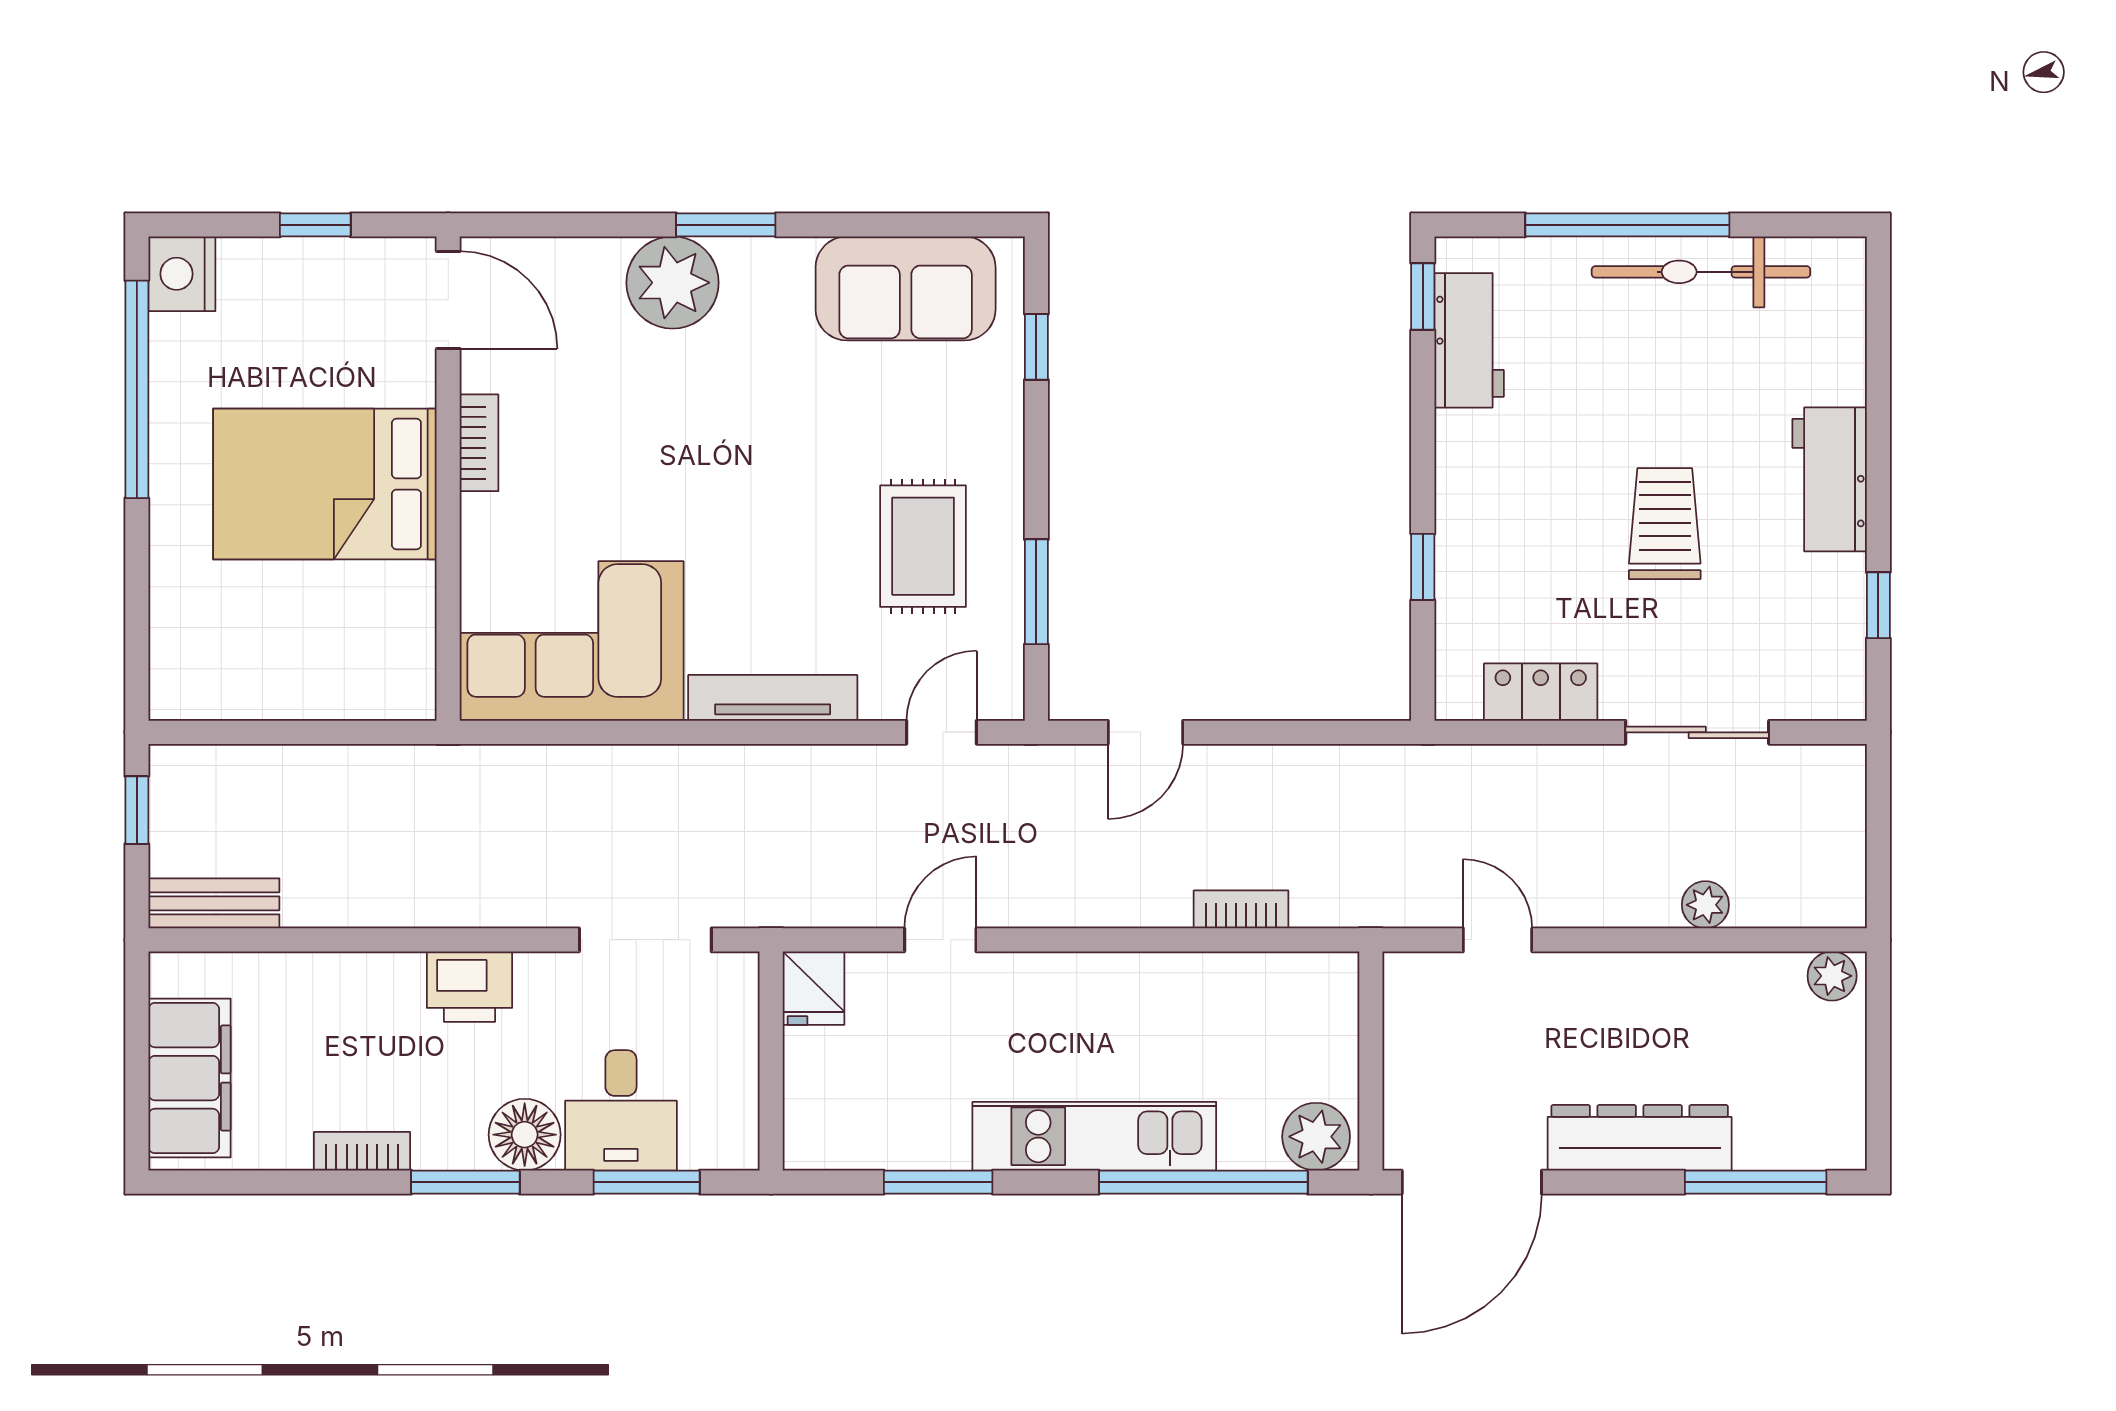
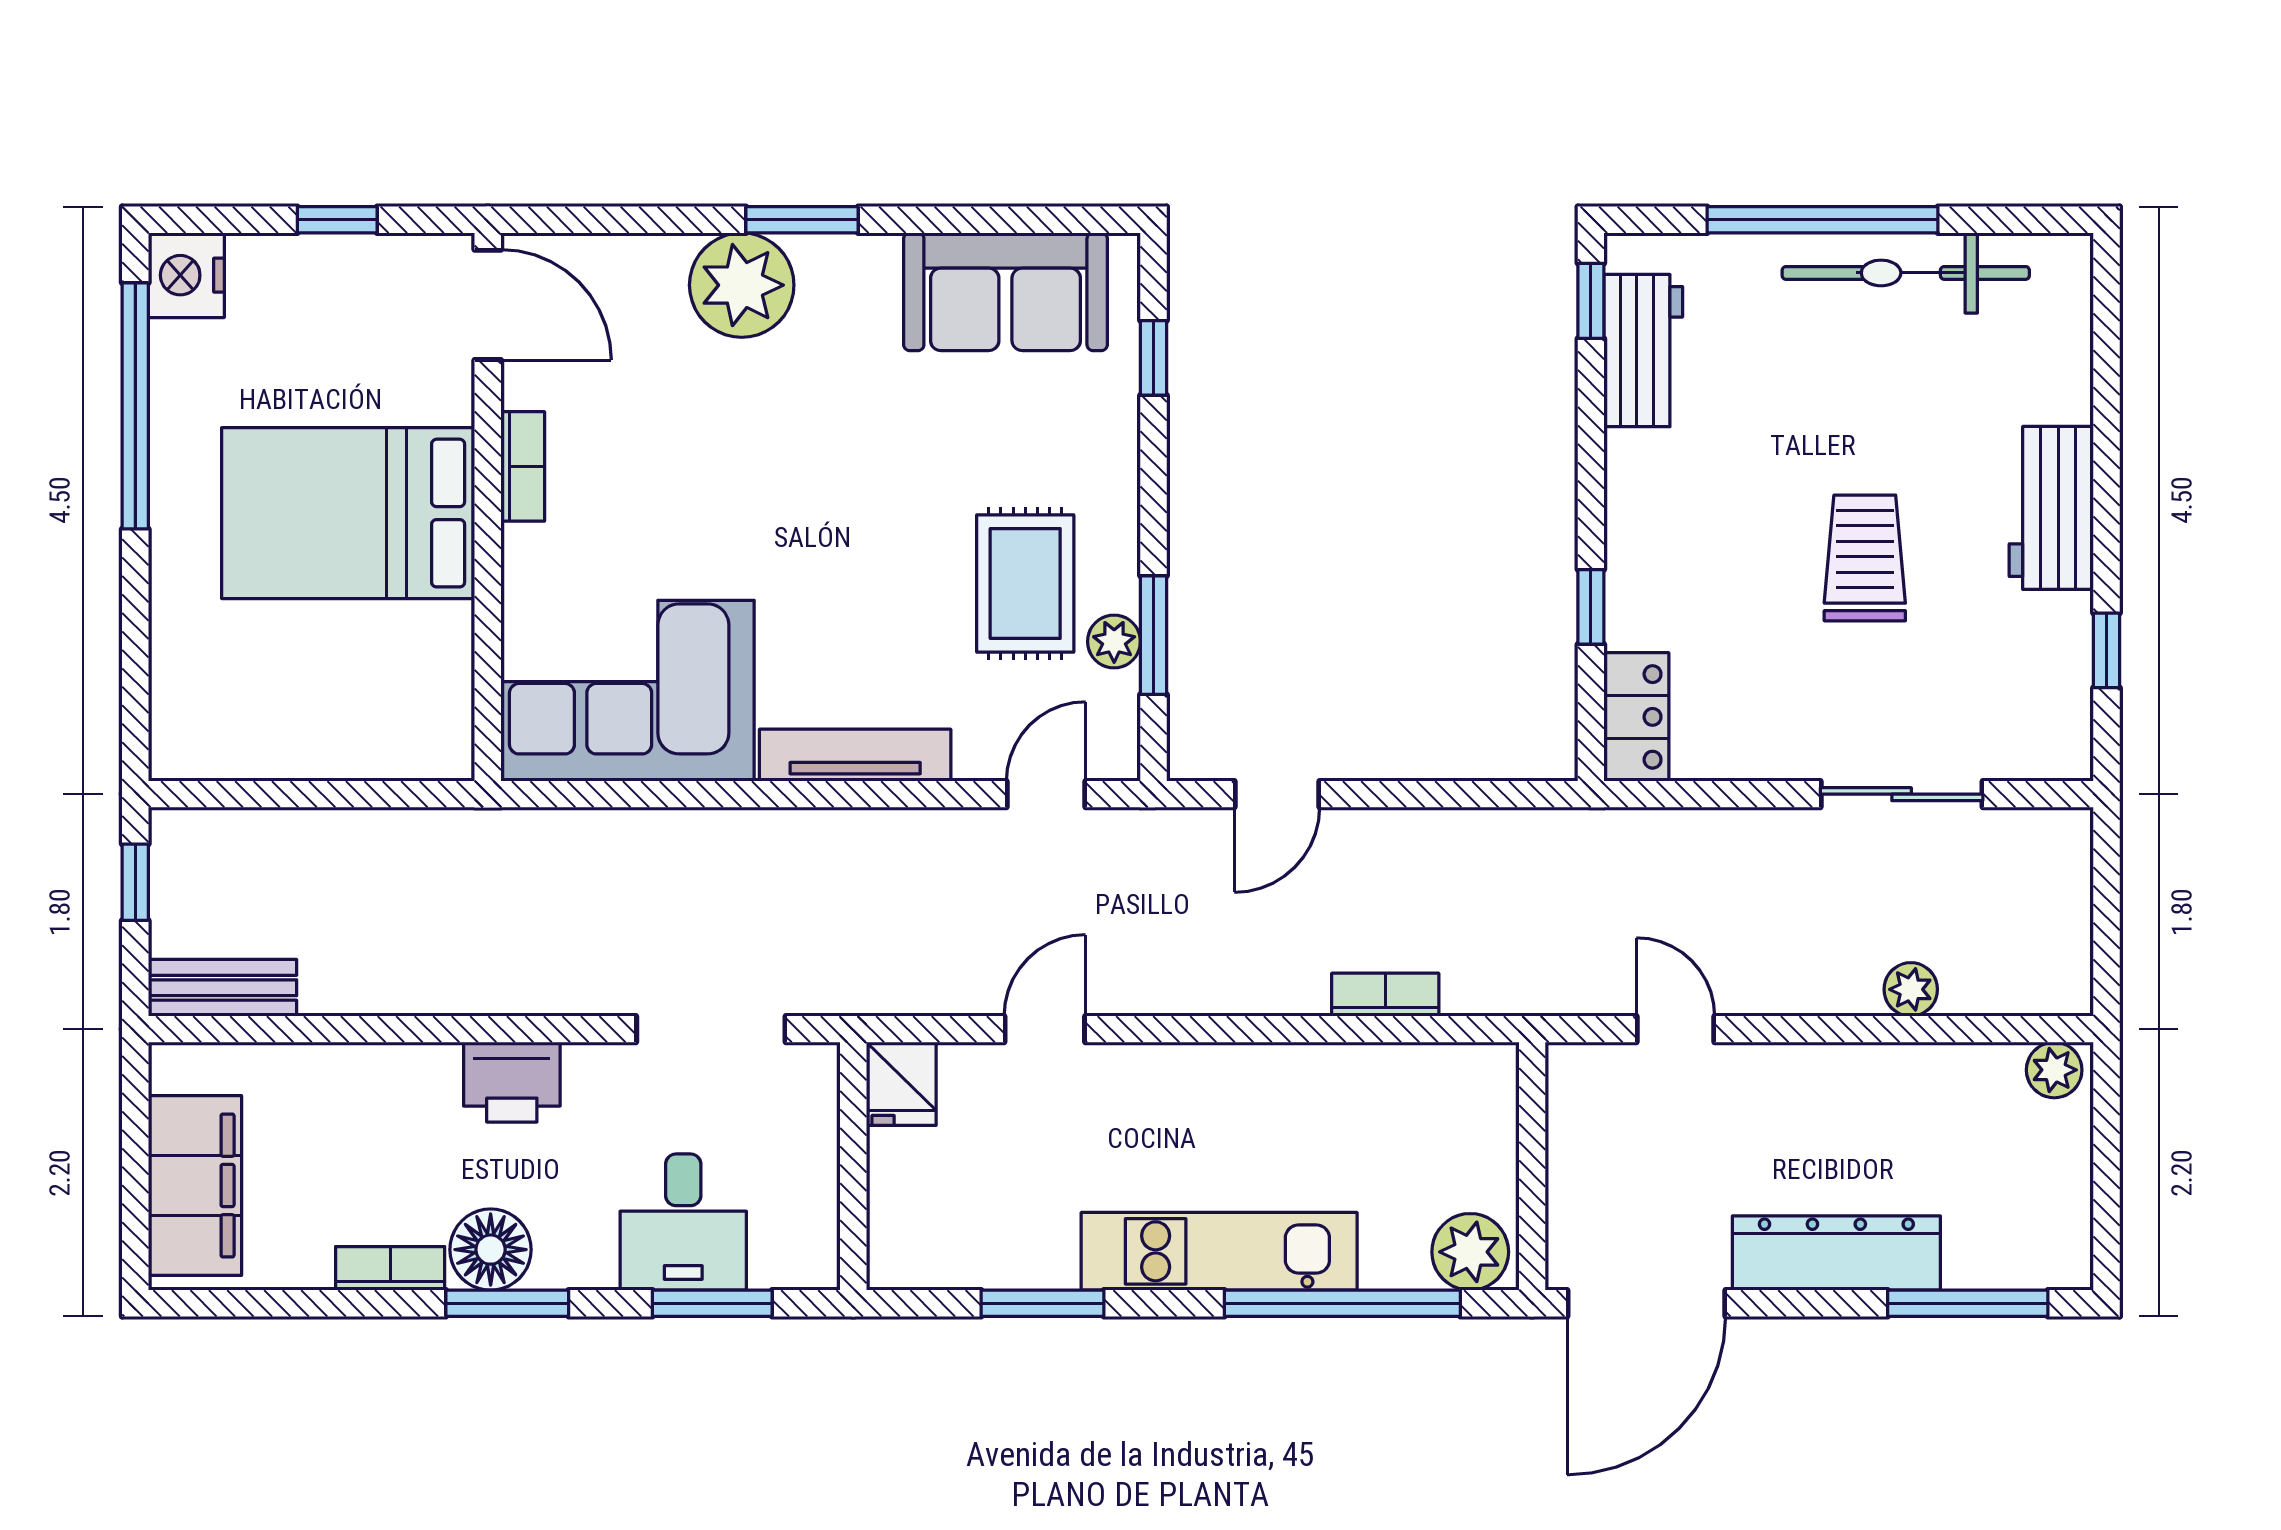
plant: (1001, 597) -> (1114, 641), added
locker: (1541, 692) -> (1636, 717), moved, turned 90
floor lamp: (525, 1135) -> (491, 1250), moved

